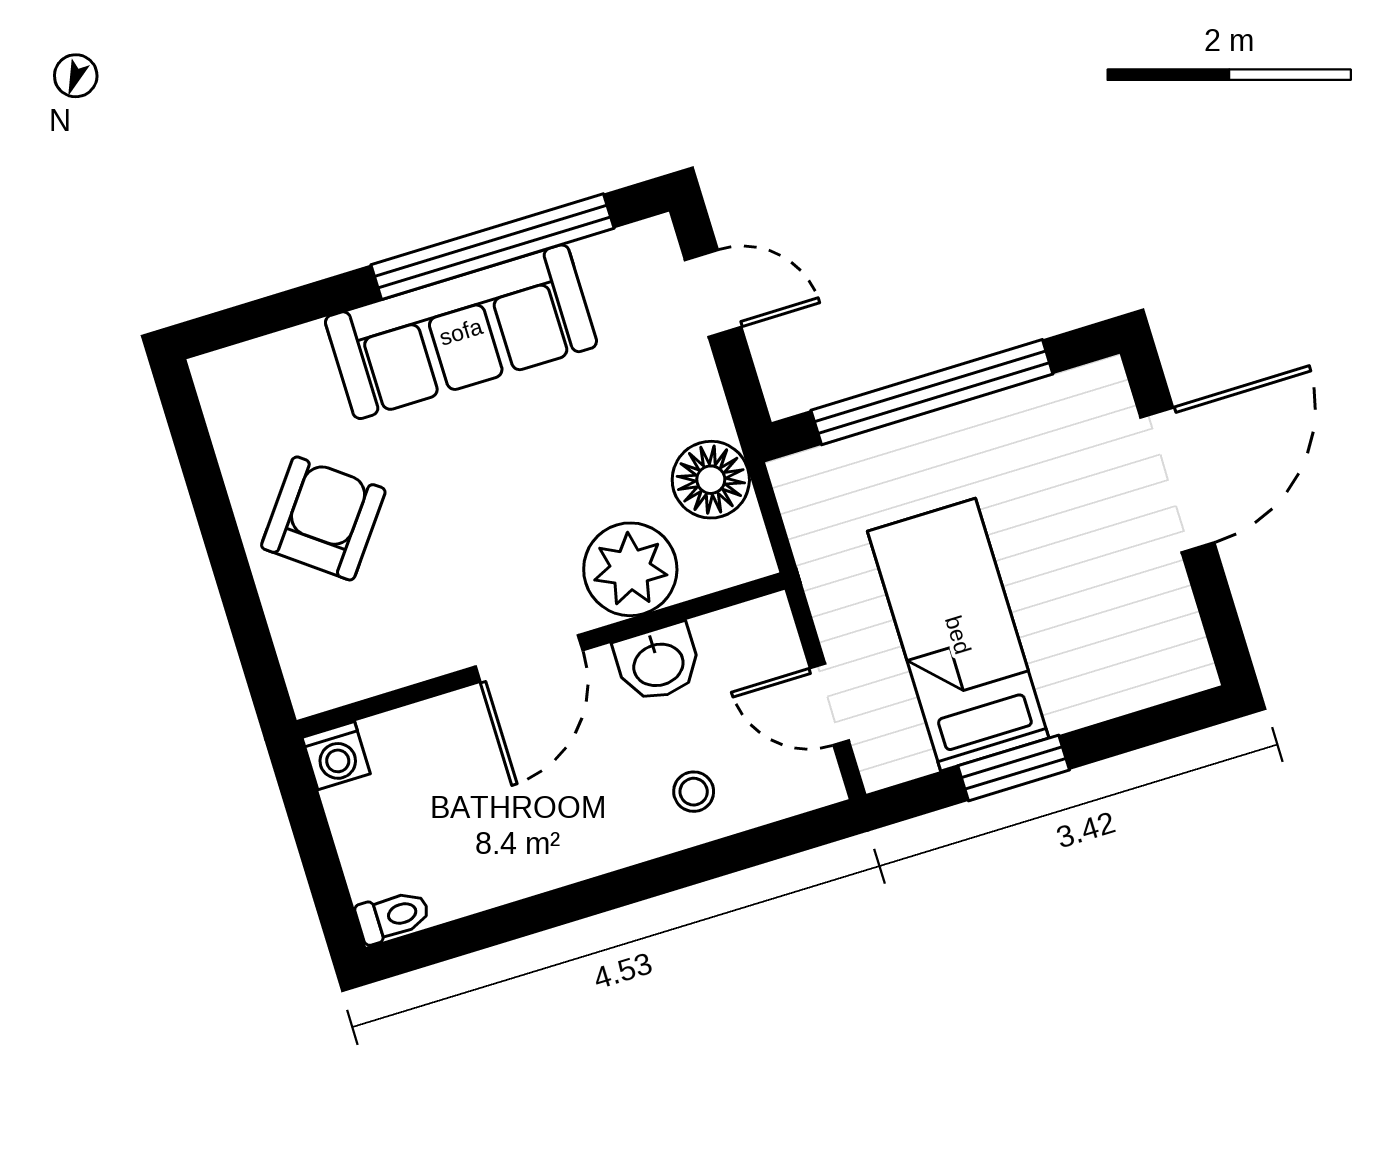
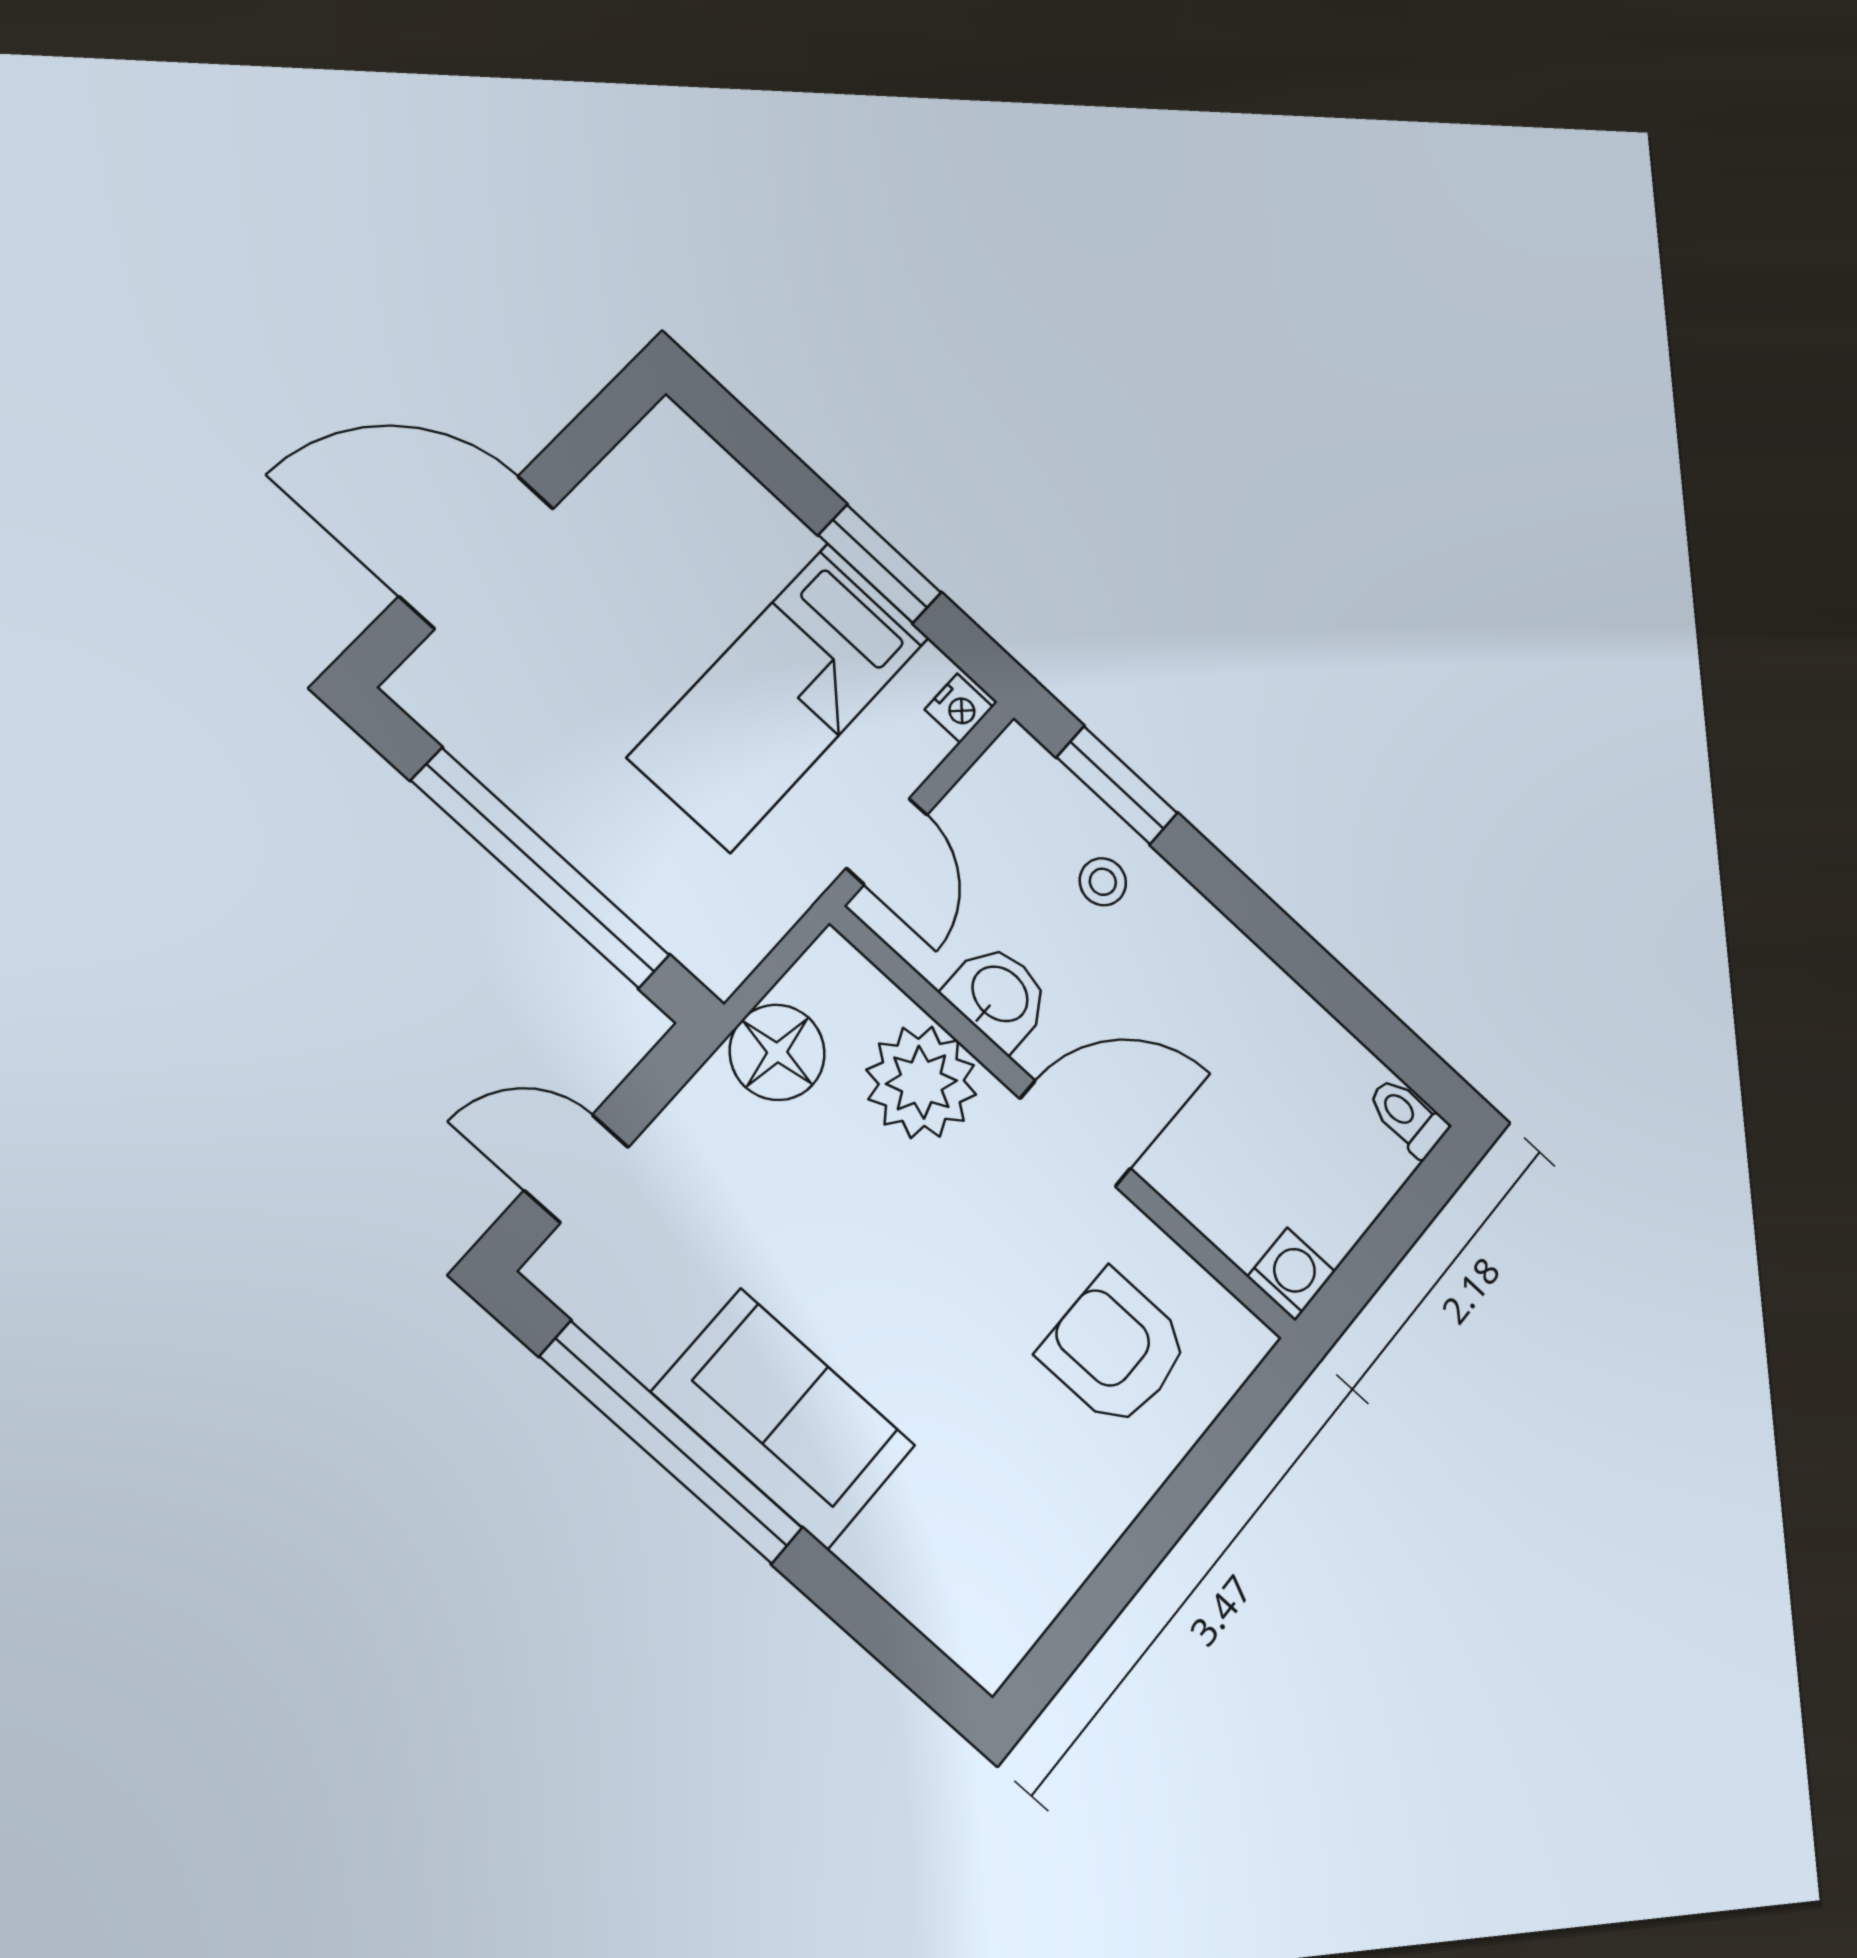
door: (713, 293) -> (576, 1169), hinge flipped
sofa: (461, 332) -> (784, 1419), width x0.73
armchair: (323, 518) -> (1115, 1349), moved, turned 53
door: (829, 704) -> (887, 841), moved
nightstand: (878, 762) -> (959, 708), added
window: (757, 847) -> (1117, 785), added

